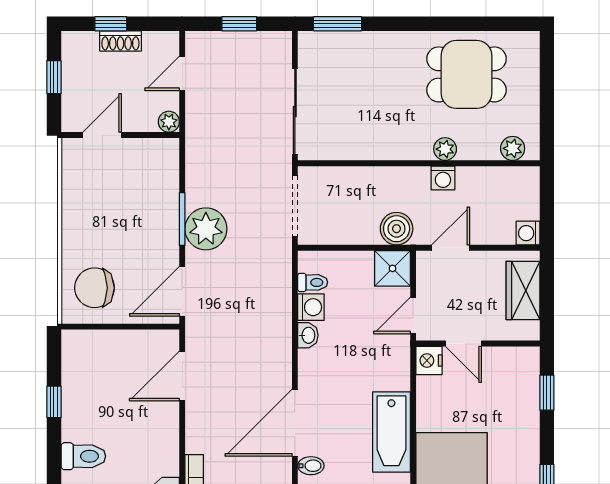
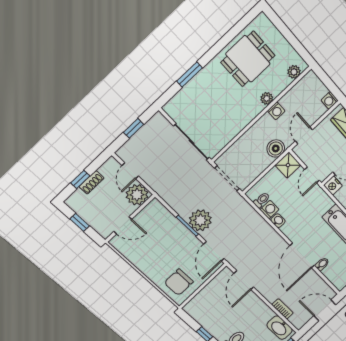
window: (338, 24) -> (190, 75), moved
plant: (169, 122) -> (137, 195), width x1.88, depth x1.88
door: (102, 135) -> (123, 225), swing flipped

